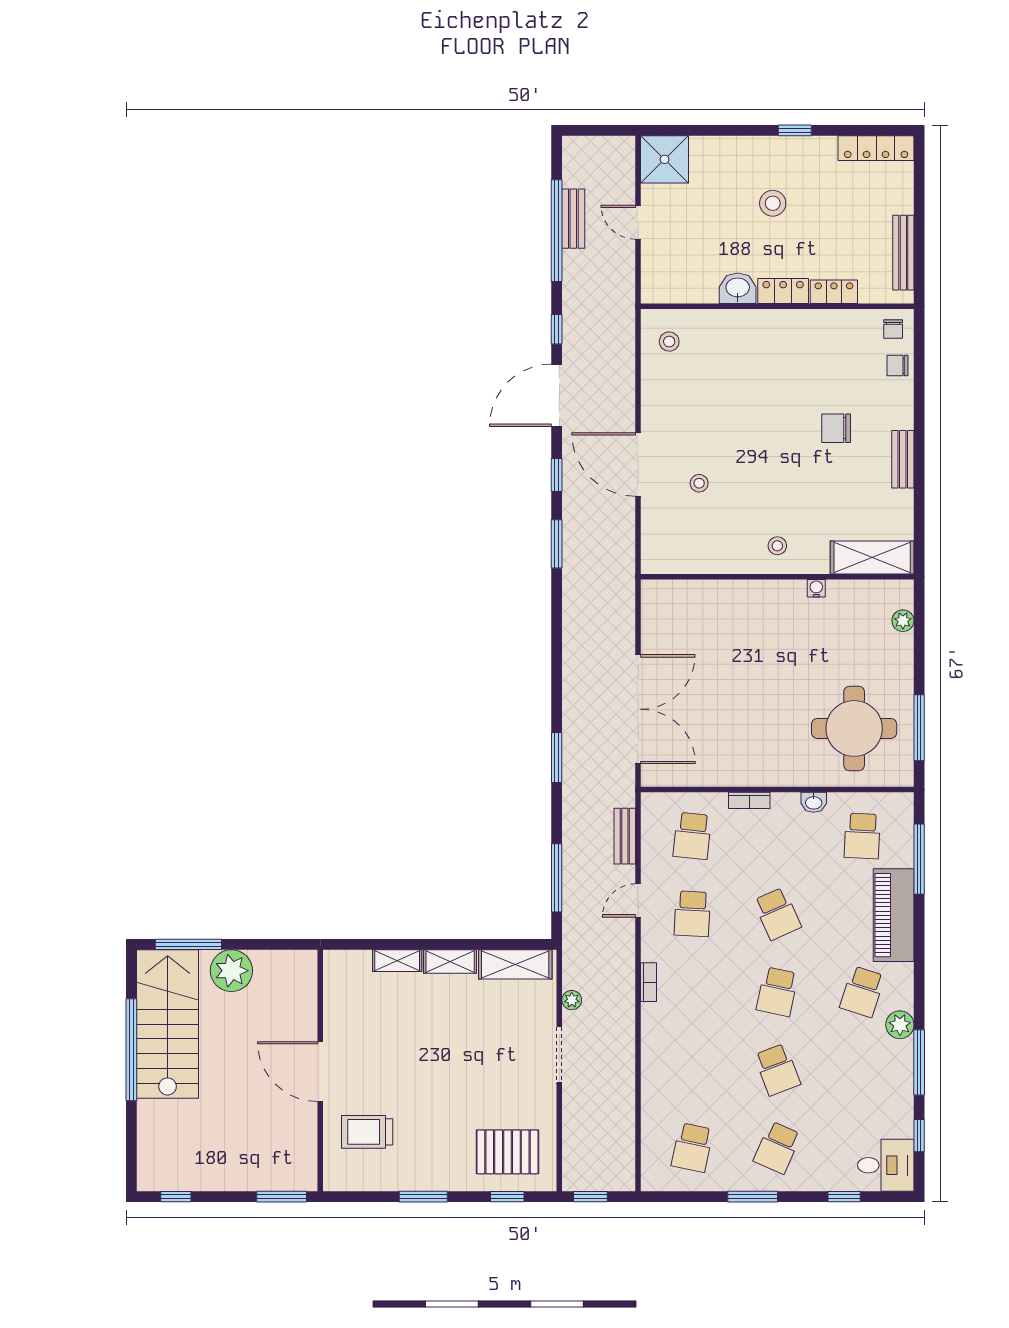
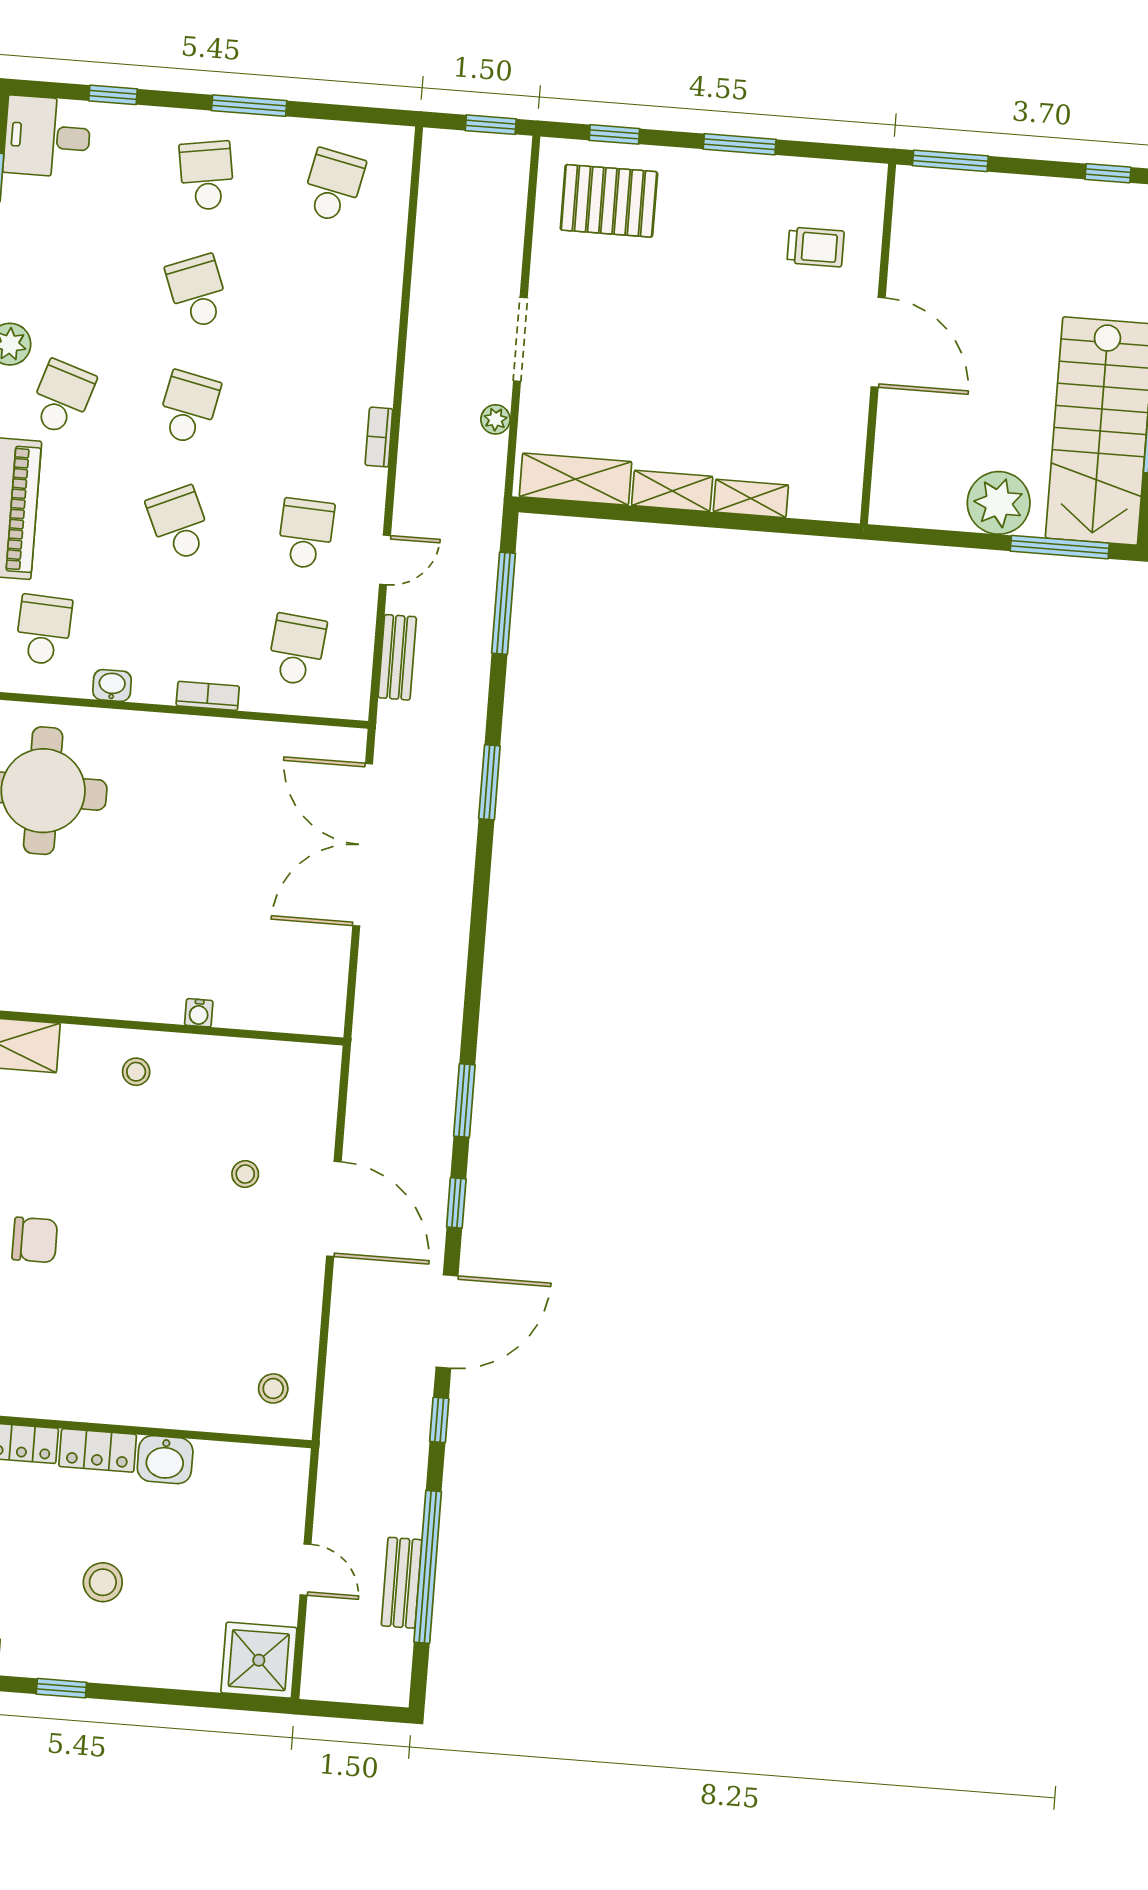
water cooler: (816, 588) -> (199, 1013), moved
trolley: (367, 1132) -> (816, 247), width x0.73, depth x0.72
school desk: (777, 1148) -> (207, 176), turned -33

